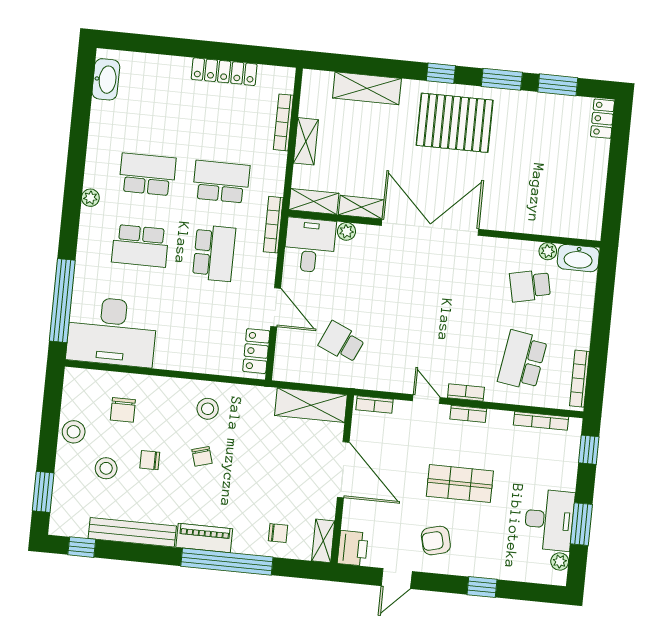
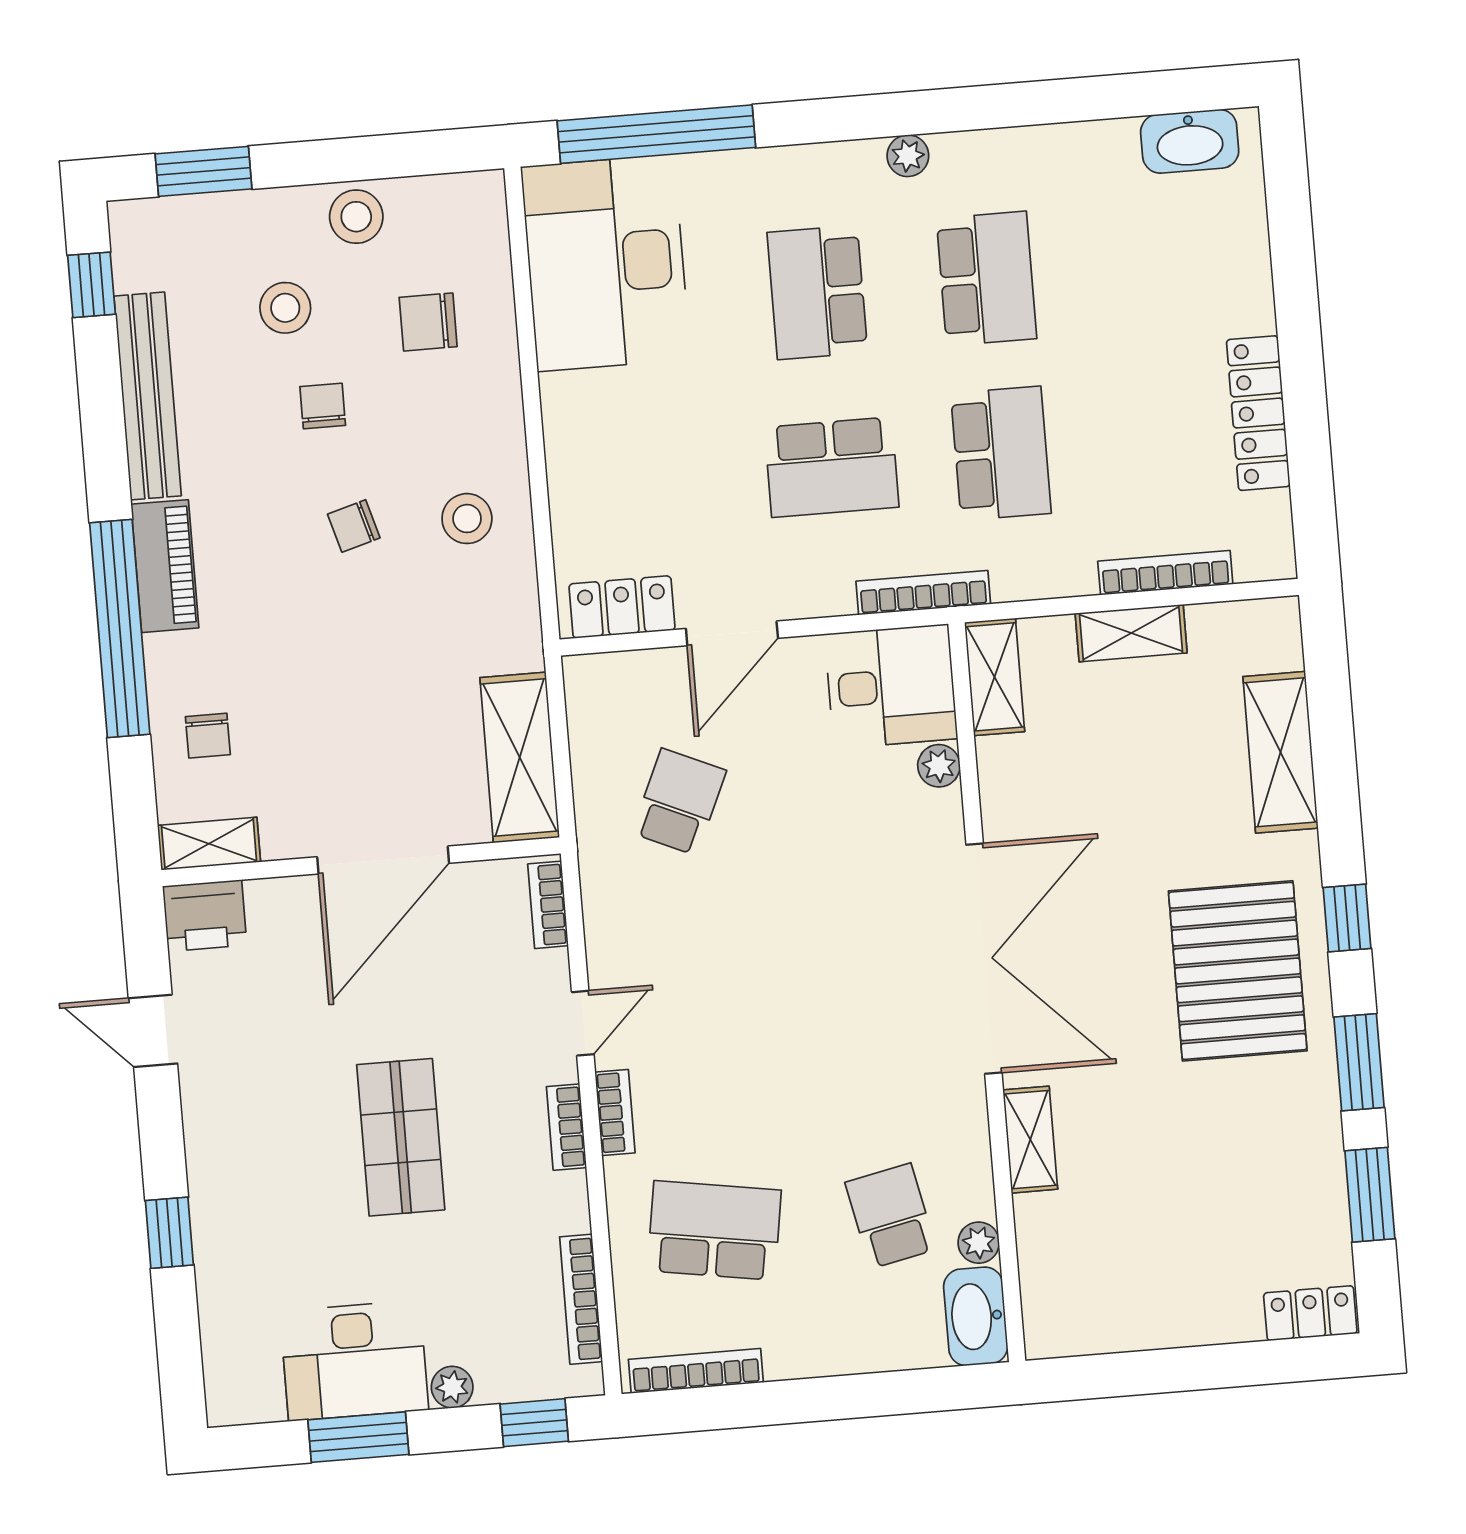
shelving: (361, 207) -> (1030, 1140), moved
armchair: (436, 541) -> (258, 1106), removed
plant: (560, 562) -> (452, 1387), moved

